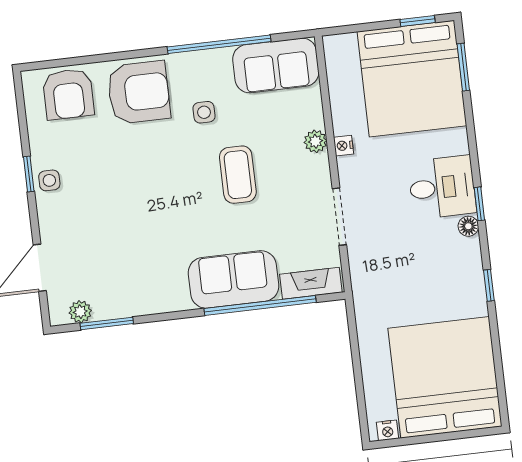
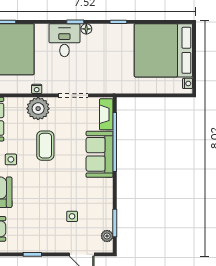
plant: (315, 141) -> (38, 109), width x1.88, depth x1.88
coffee table: (238, 175) -> (45, 146), turned 90
side table: (49, 180) -> (72, 216), moved

